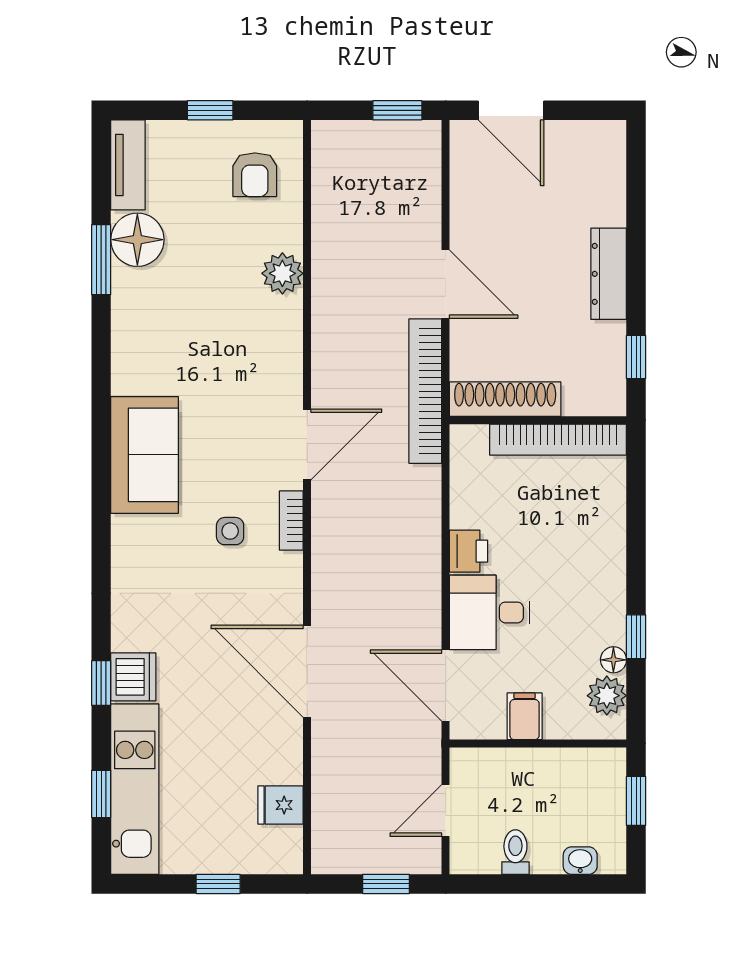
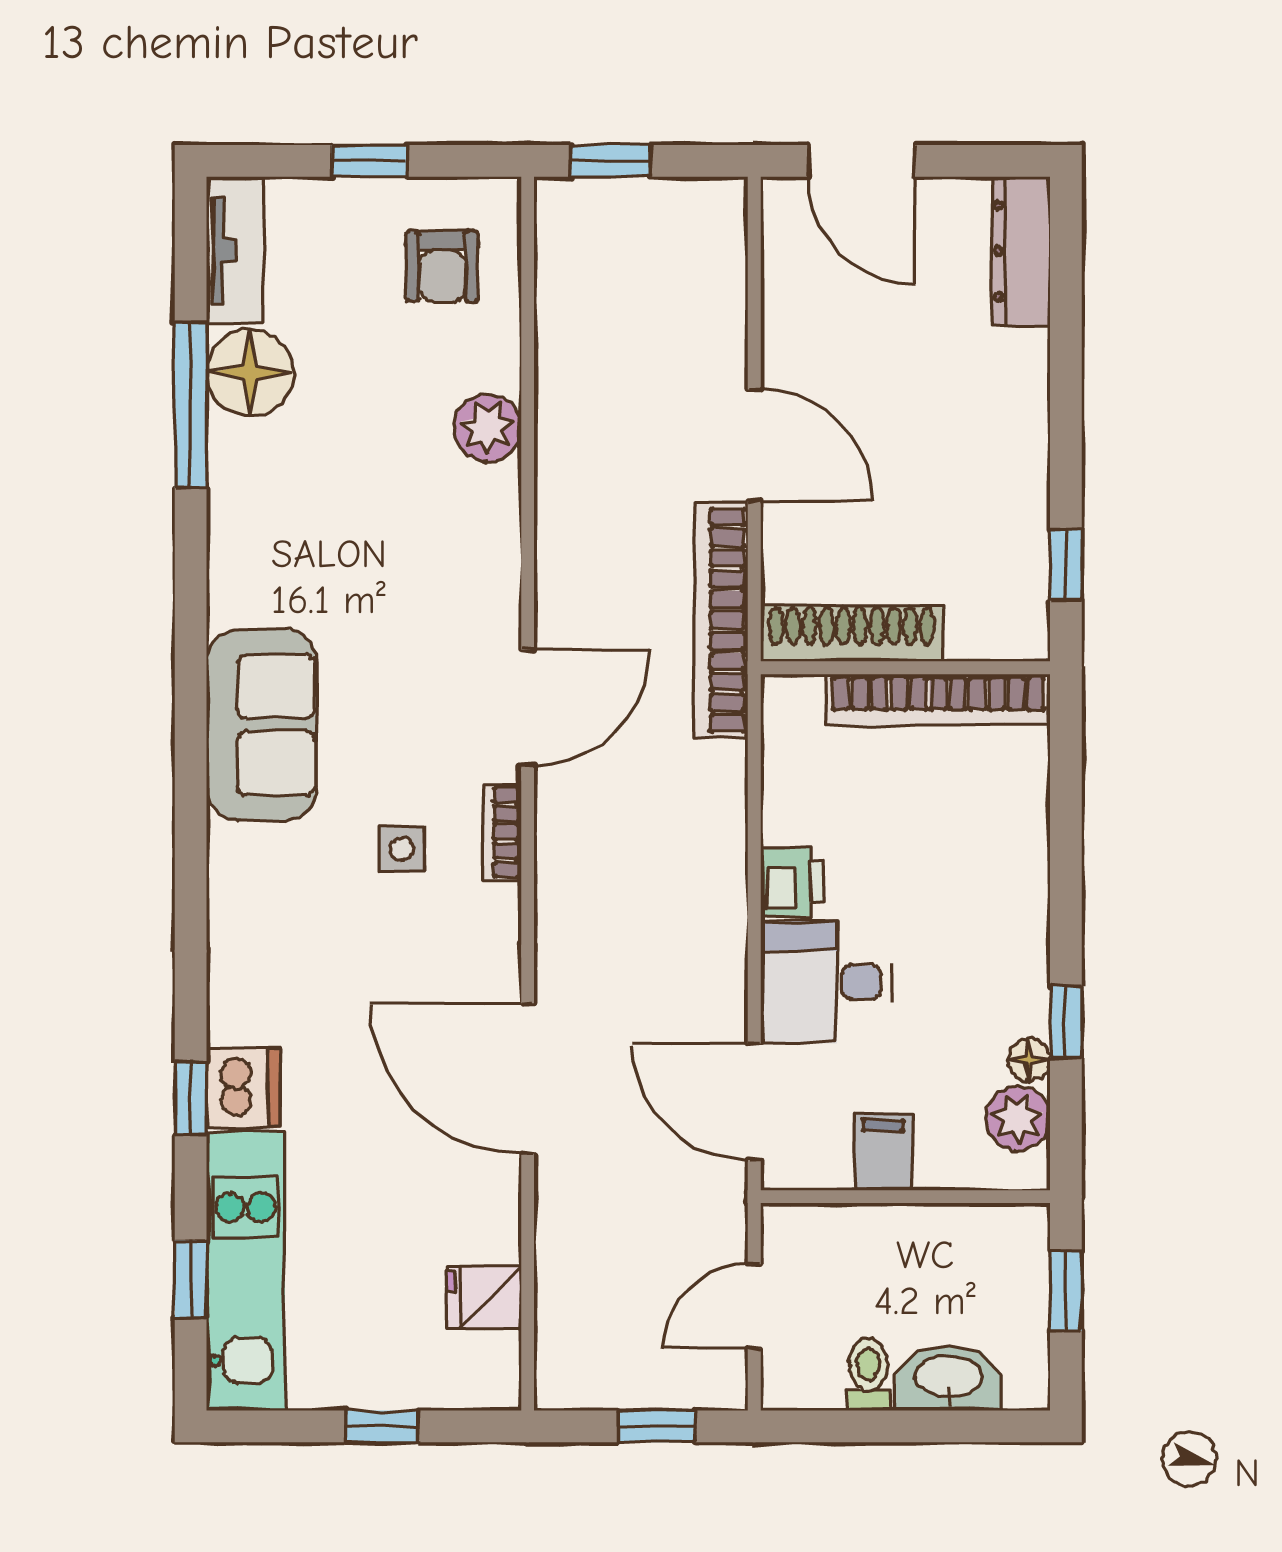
window: (397, 110) -> (610, 161), moved
window: (101, 260) -> (191, 405), width x1.44
dresser: (609, 274) -> (1021, 251), moved
washbasin: (580, 861) -> (949, 1378), width x1.91, depth x1.45

